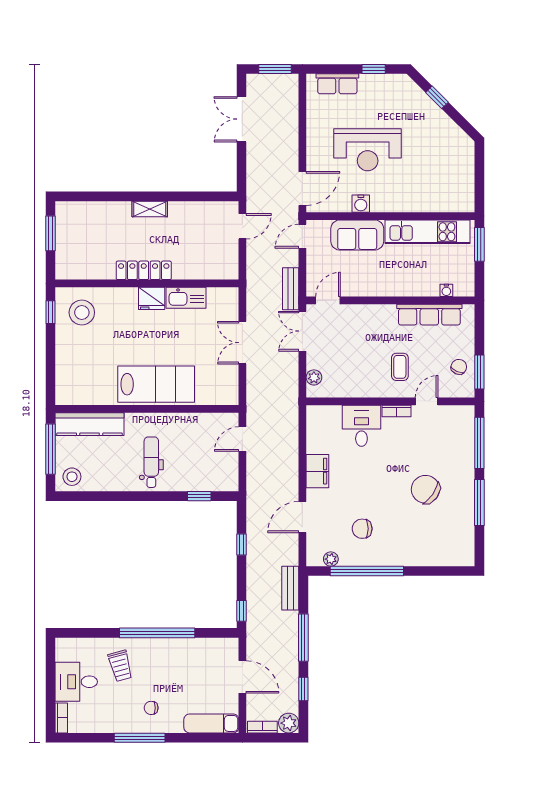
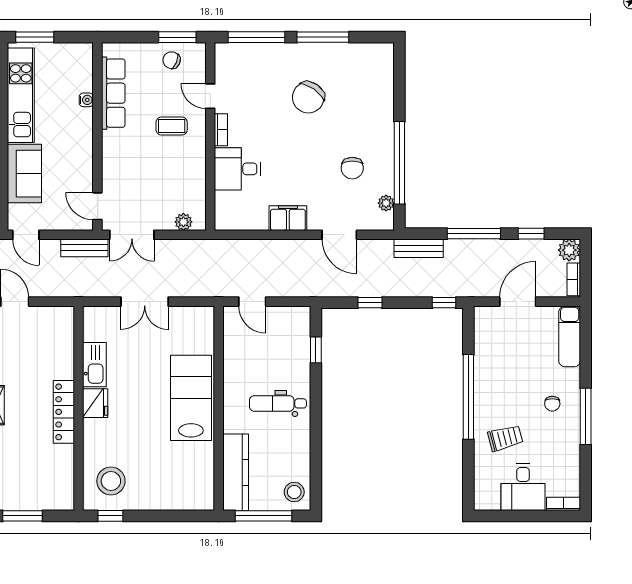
water cooler: (446, 290) -> (86, 100), moved

